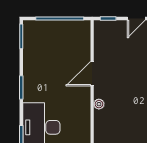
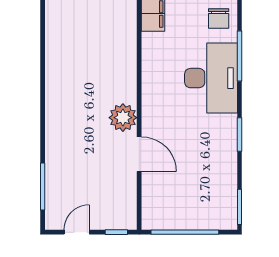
door: (92, 74) -> (139, 154), hinge flipped
plant: (99, 104) -> (123, 118), width x1.88, depth x1.88

